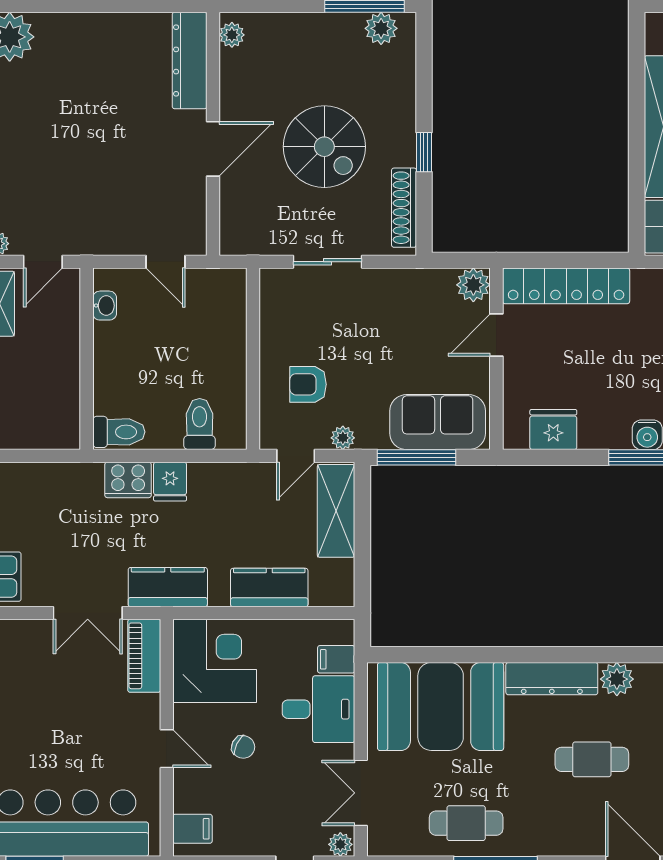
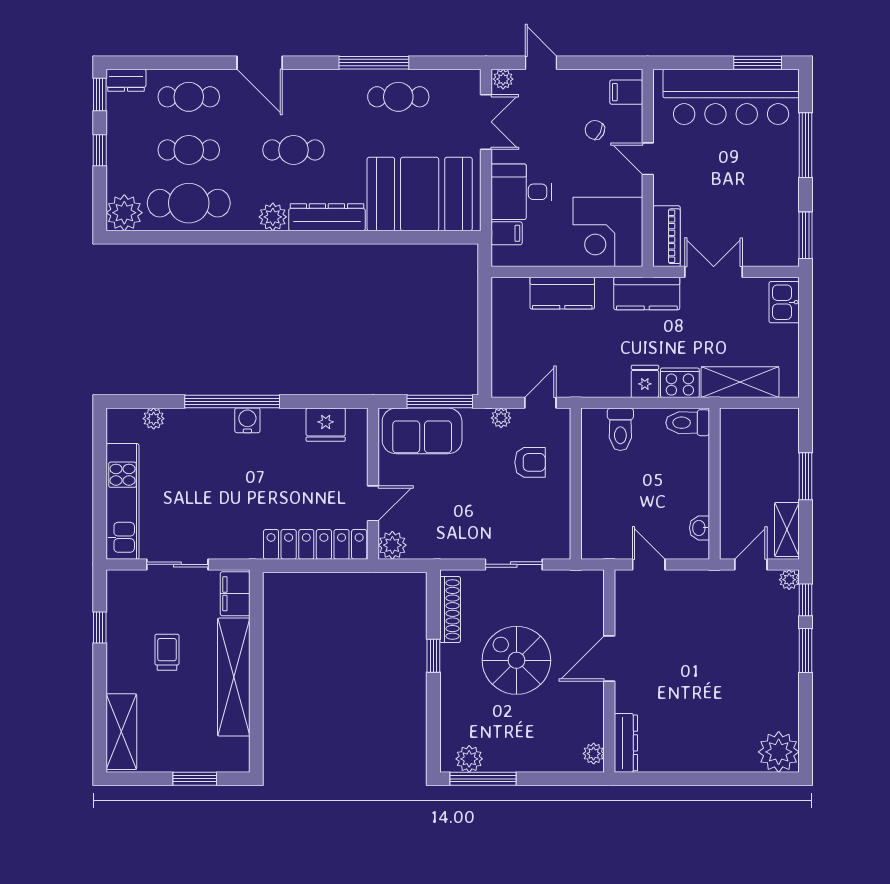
dresser: (190, 60) -> (626, 743), width x0.73, depth x0.80
shelving: (336, 511) -> (740, 382), moved, turned 90
chair: (243, 747) -> (595, 130), moved

